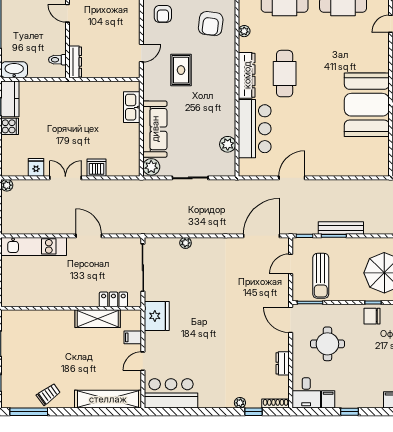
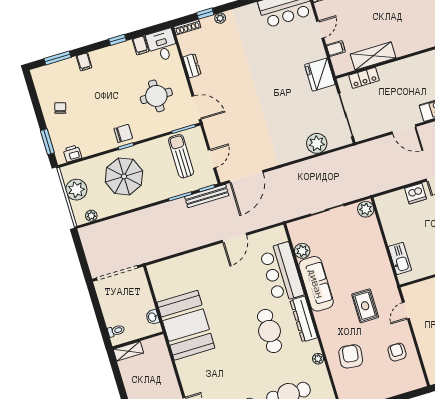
sofa: (155, 129) -> (316, 284), moved, turned 180
bench: (341, 228) -> (207, 196), moved
plant: (186, 243) -> (317, 143), width x1.88, depth x1.88

